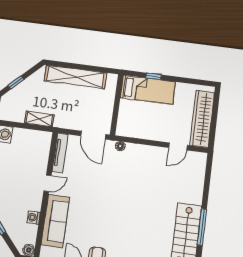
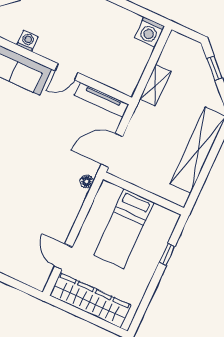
bed: (148, 90) -> (124, 229), moved
door: (47, 183) -> (66, 72), hinge flipped

